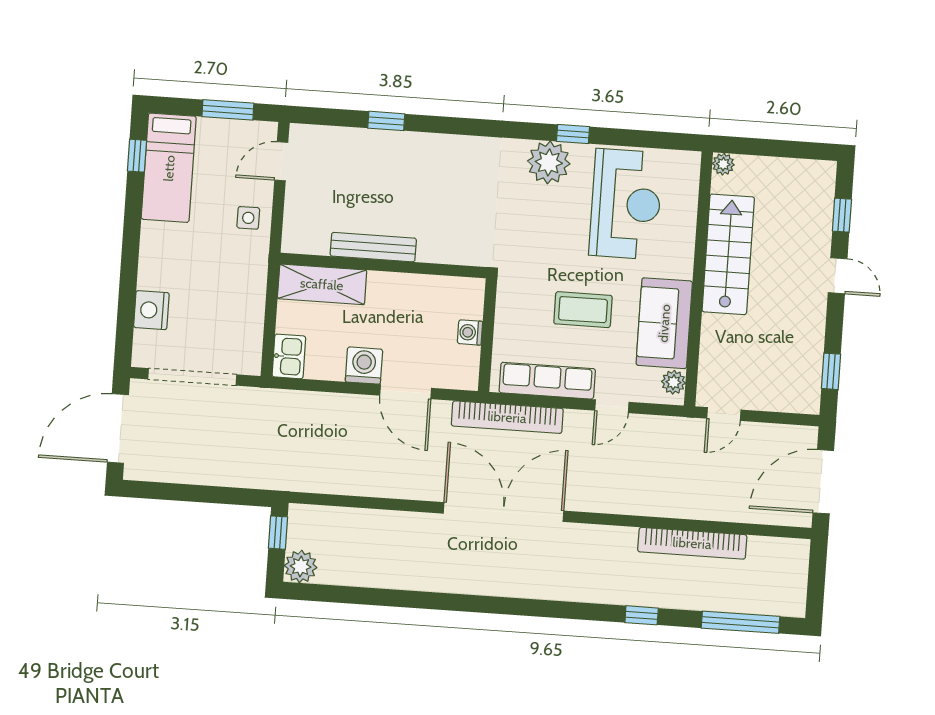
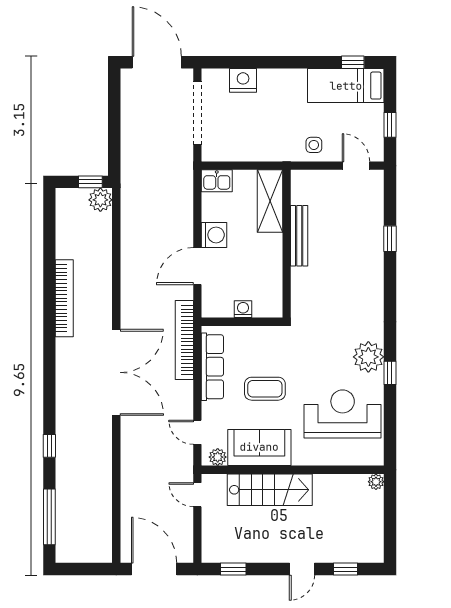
window: (228, 110) -> (390, 125), width x0.67
reception desk: (626, 204) -> (343, 414), turned 180
stairs: (728, 254) -> (270, 490), moved
coffee table: (583, 310) -> (265, 389), turned 90
door: (612, 406) -> (197, 432), moved
double door: (503, 512) -> (116, 372), moved
bookcase: (692, 543) -> (64, 298), moved, turned 180
plant: (301, 566) -> (100, 200), moved

